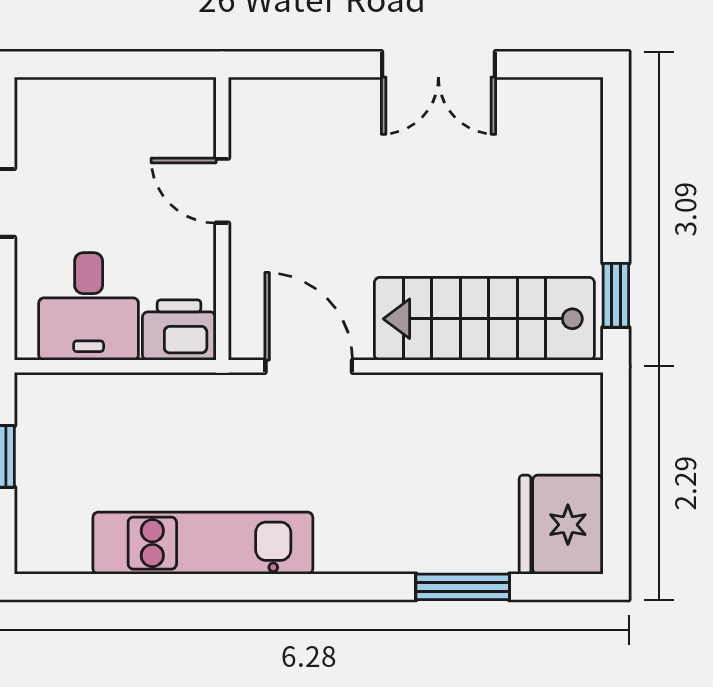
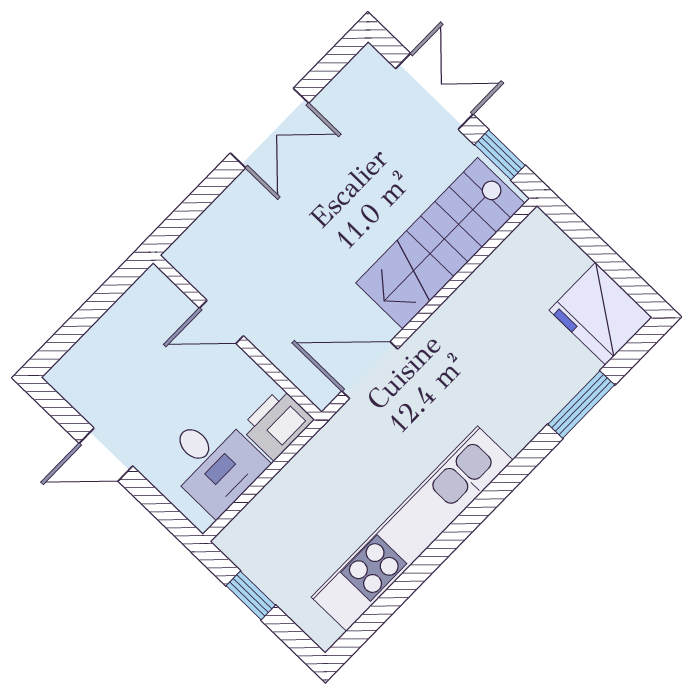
double door: (616, 181) -> (434, 91), added
kitchen unit: (203, 543) -> (412, 529), width x1.36

